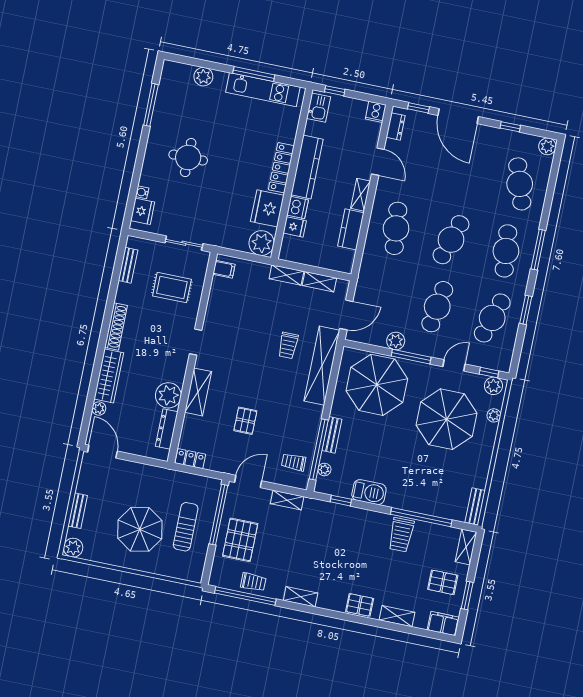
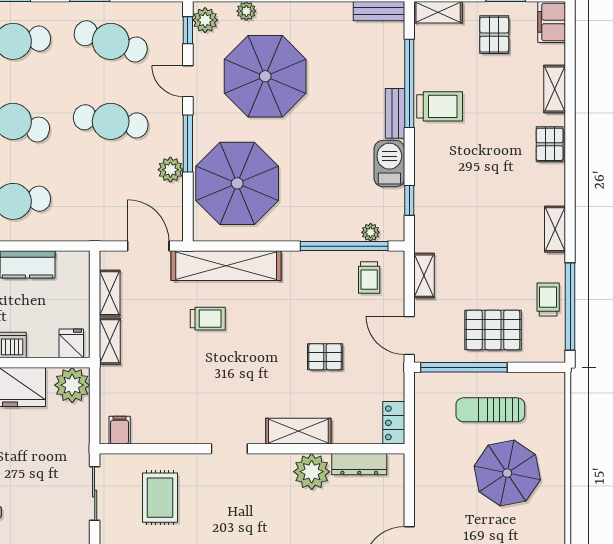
fridge: (295, 227) -> (71, 343), moved
bench: (332, 435) -> (395, 113), moved, turned 90

